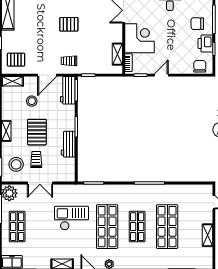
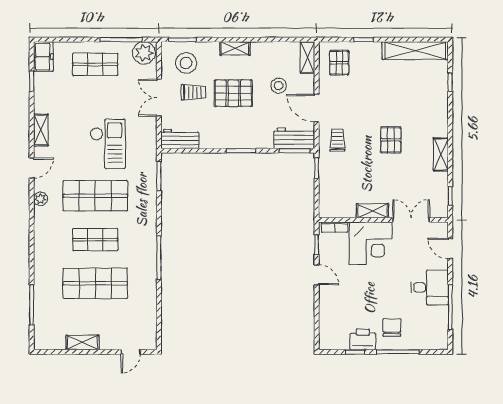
shelving: (117, 54) -> (373, 211), moved
chair: (200, 66) -> (329, 331), removed
workbench: (68, 144) -> (180, 139), moved

